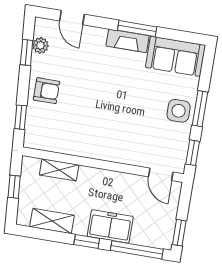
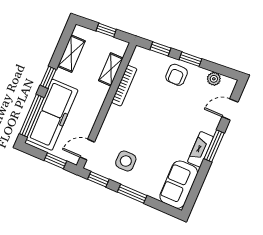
window: (137, 29) -> (214, 146), moved
window: (27, 52) -> (190, 59), moved
side table: (179, 111) -> (126, 161), moved
bookcase: (74, 149) -> (124, 86), added
freezer: (110, 226) -> (52, 115), width x1.91, depth x1.26
window: (179, 233) -> (55, 161), moved

